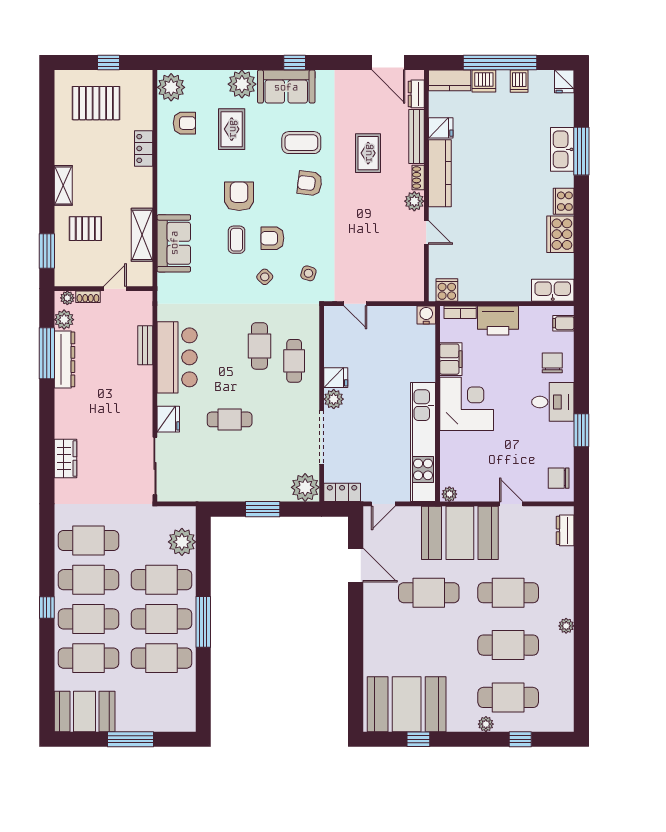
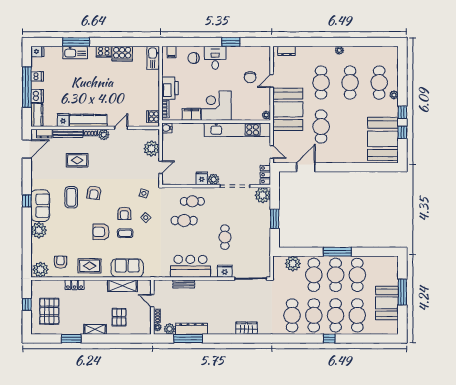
rug: (232, 129) -> (89, 266), moved
window: (47, 251) -> (71, 339), moved
plant: (389, 287) -> (151, 149), added
chair: (559, 478) -> (250, 77), moved
booth: (85, 711) -> (387, 303), moved
window: (520, 739) -> (402, 112), moved

